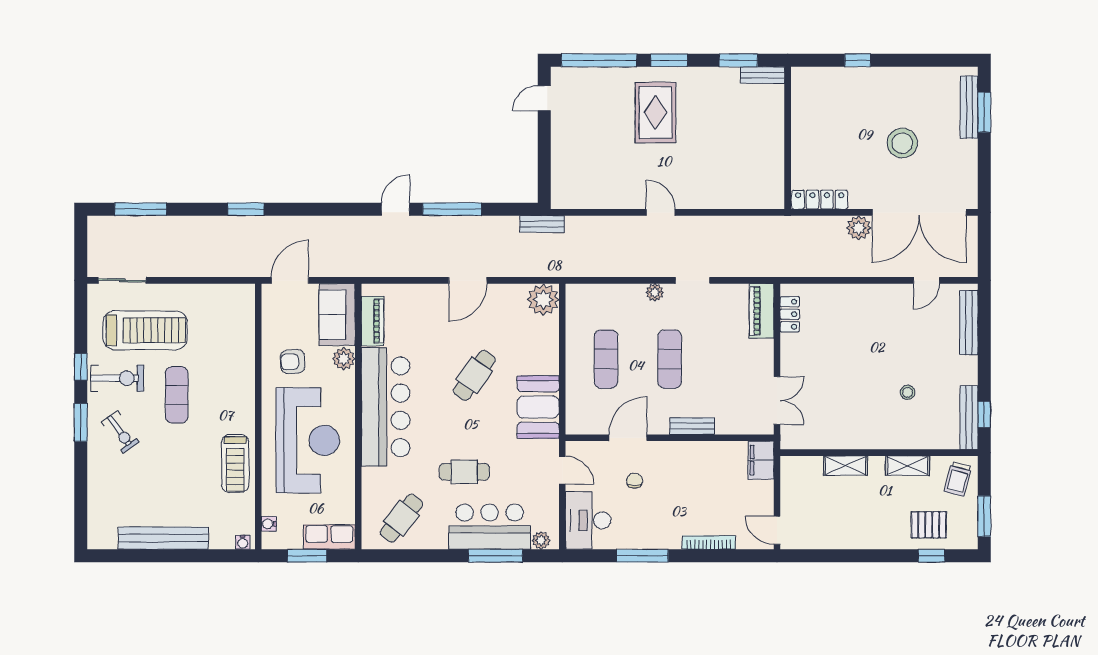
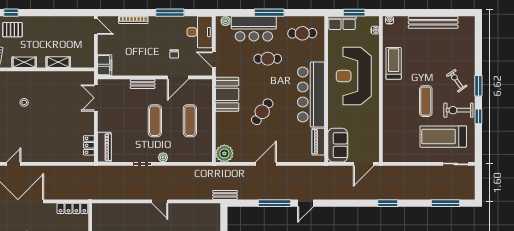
plant: (859, 228) -> (51, 193), removed
plant: (344, 359) -> (334, 121), removed
armchair: (293, 362) -> (362, 119), removed
cafe table: (401, 518) -> (302, 33), turned 51
window: (496, 556) -> (269, 13), moved

